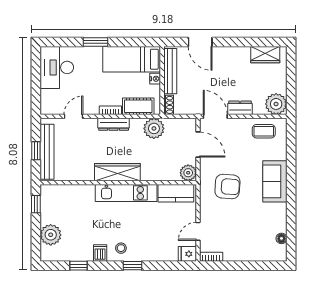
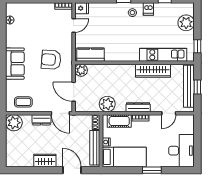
wardrobe: (265, 55) -> (45, 160), moved
wardrobe: (117, 172) -> (153, 71), moved
kitchen unit: (126, 193) -> (163, 55), moved

